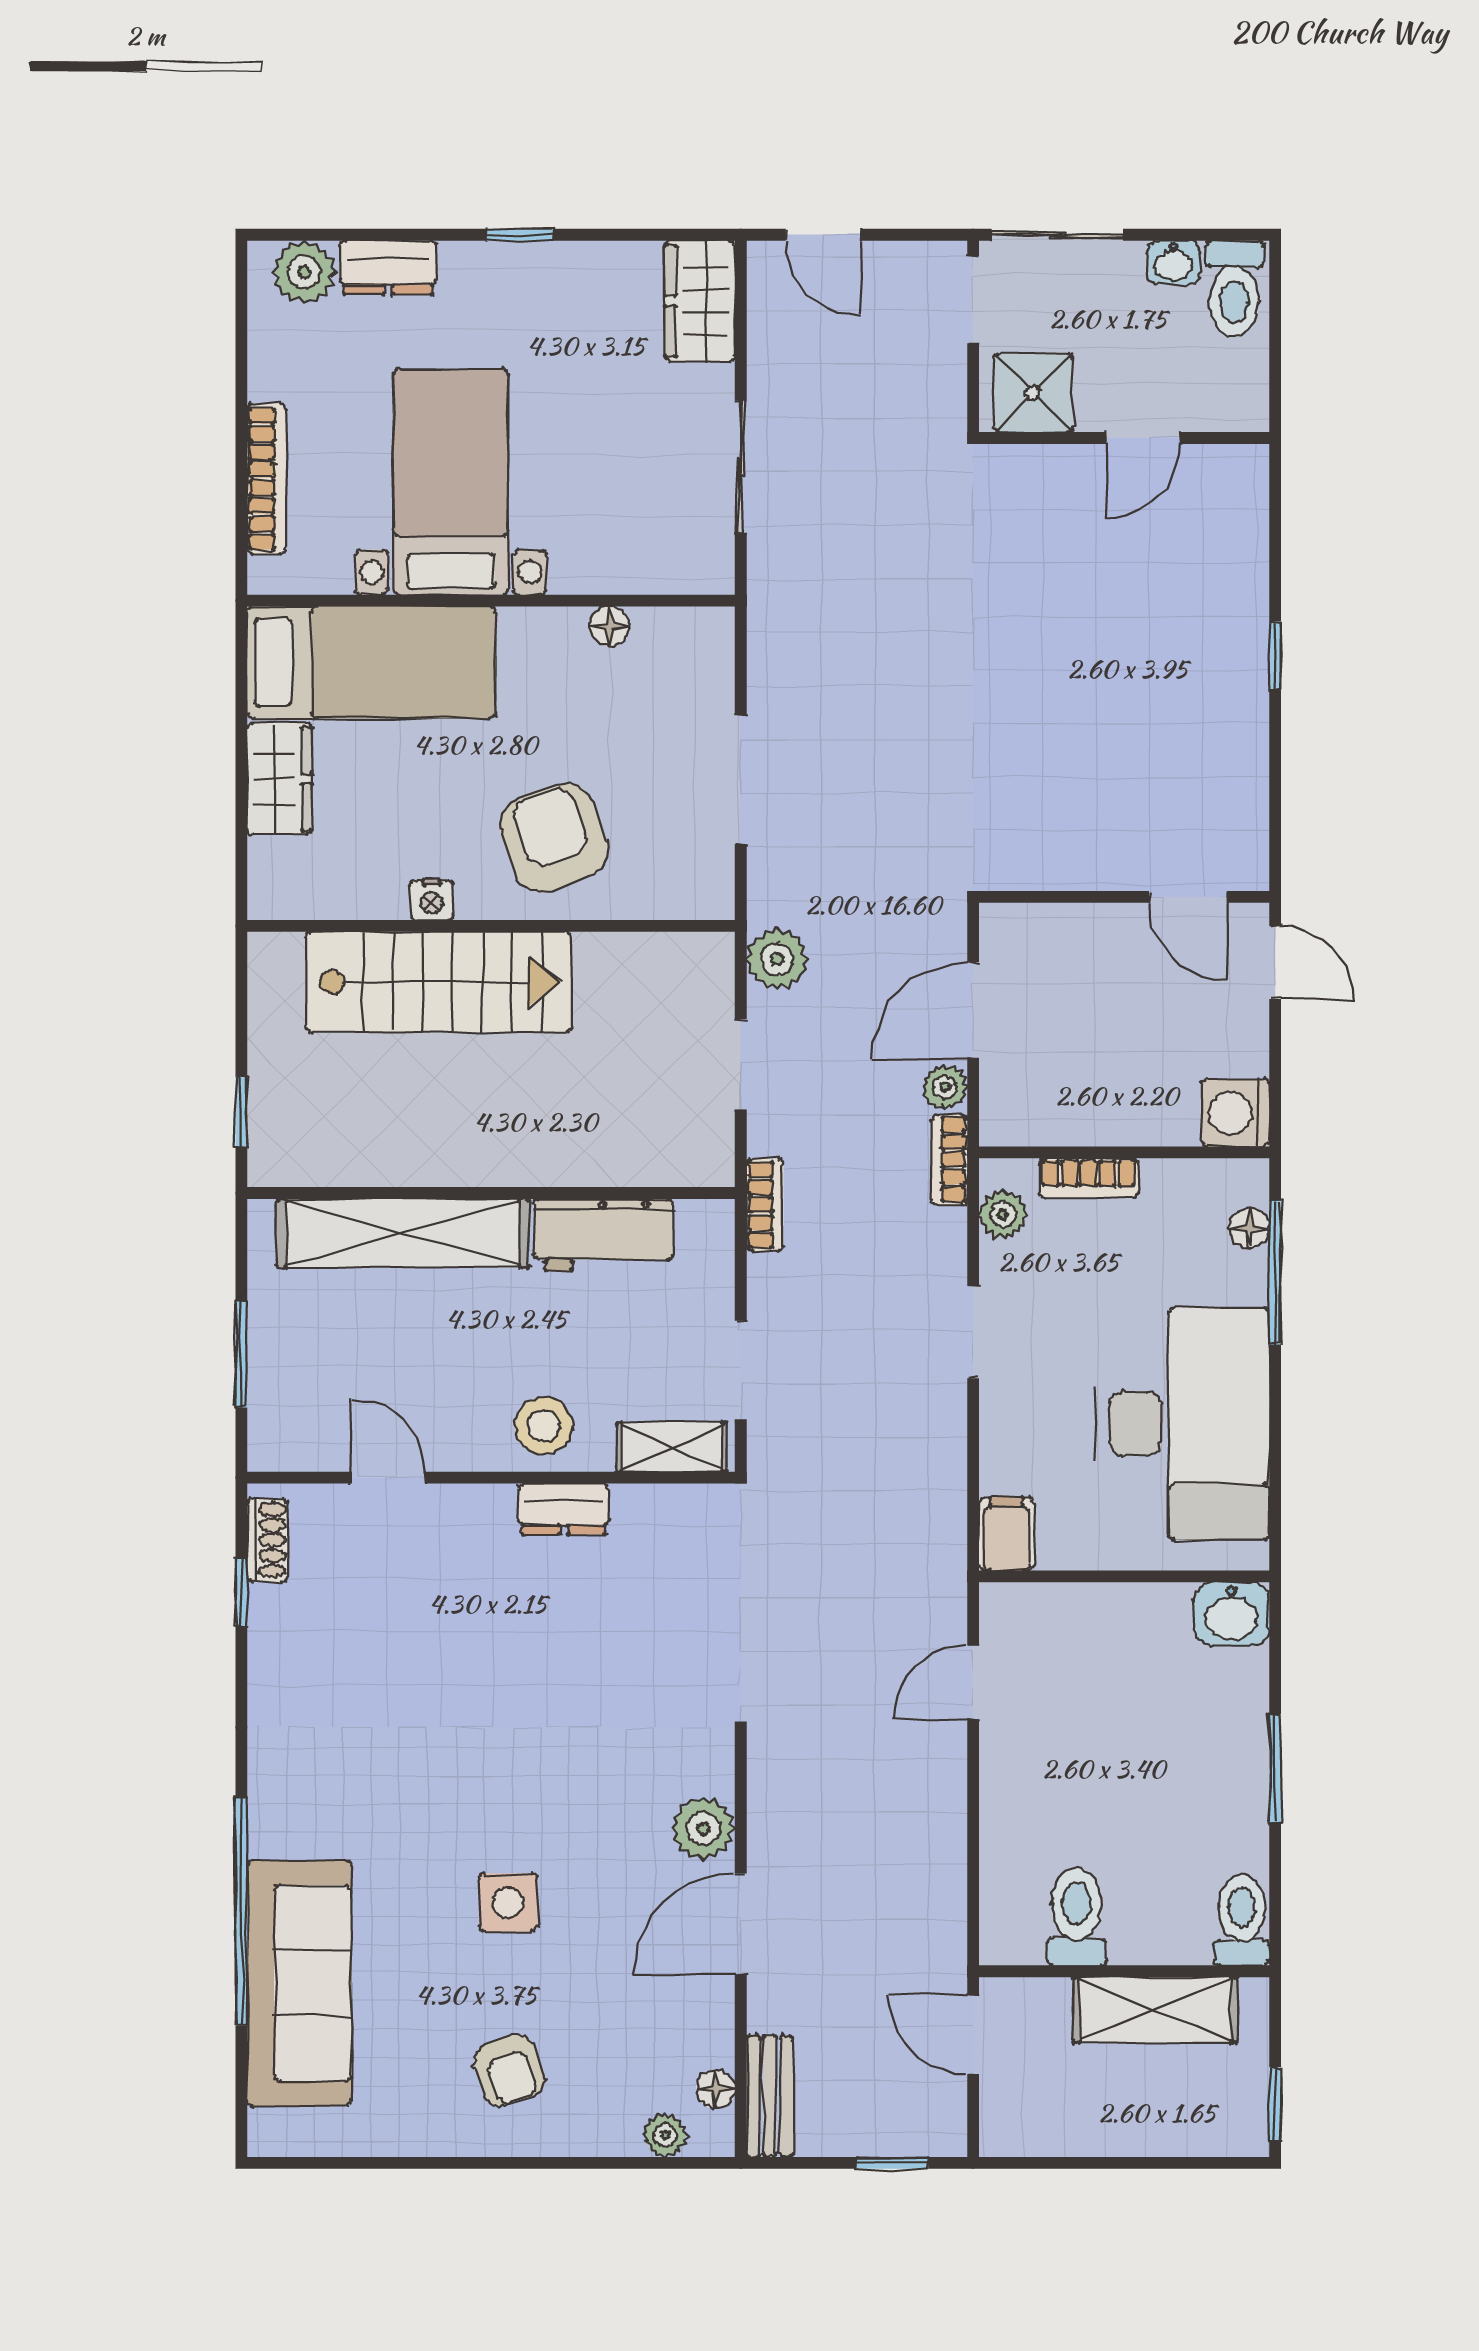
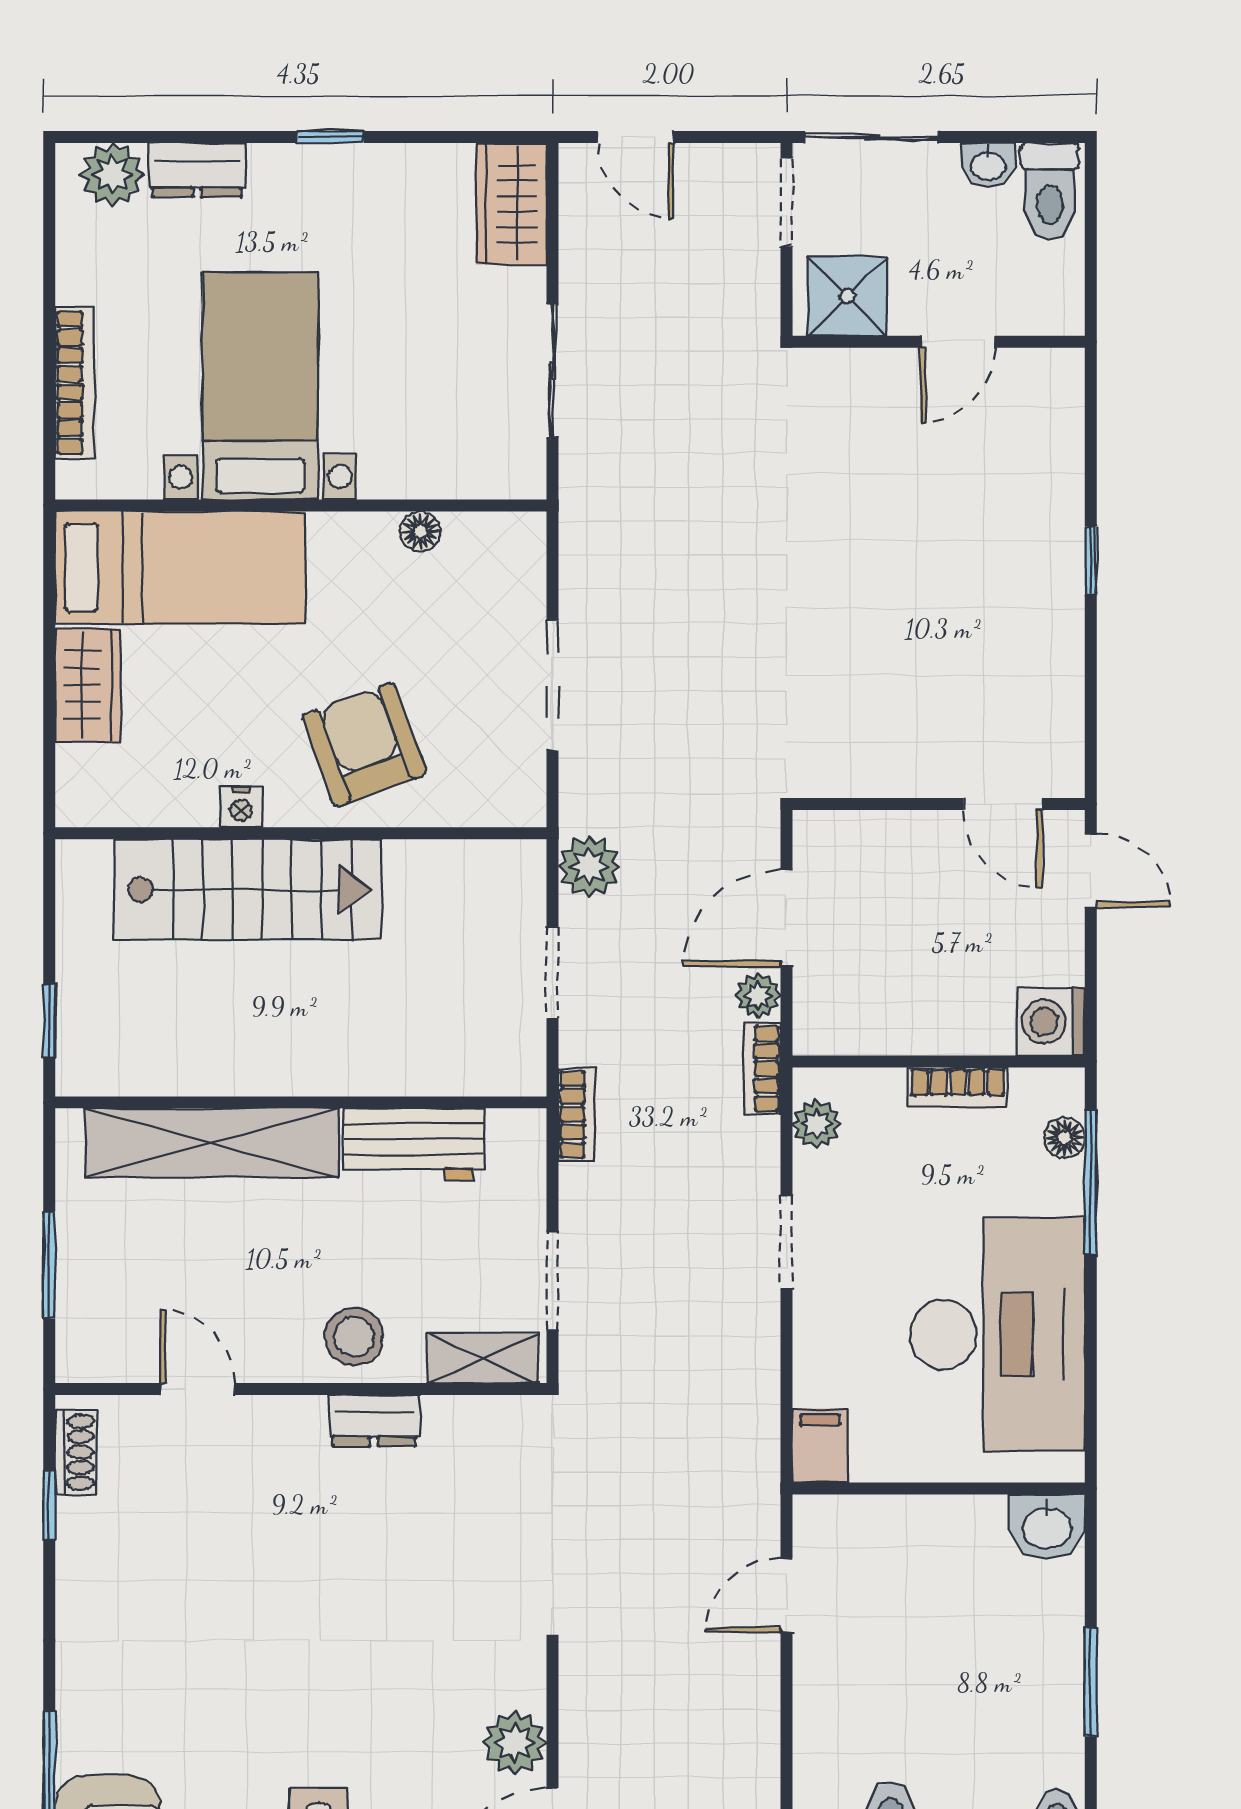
bookcase: (1089, 1178) -> (958, 1087), moved

